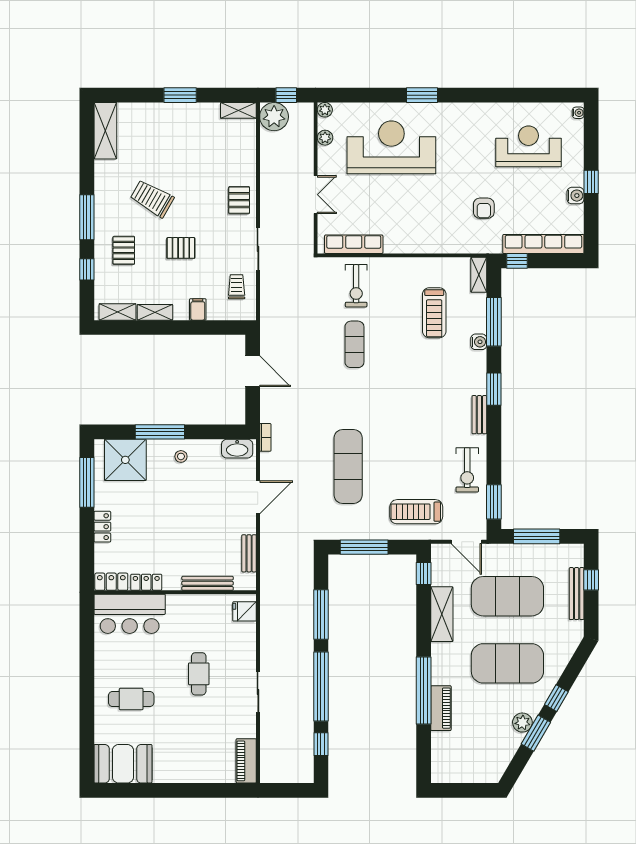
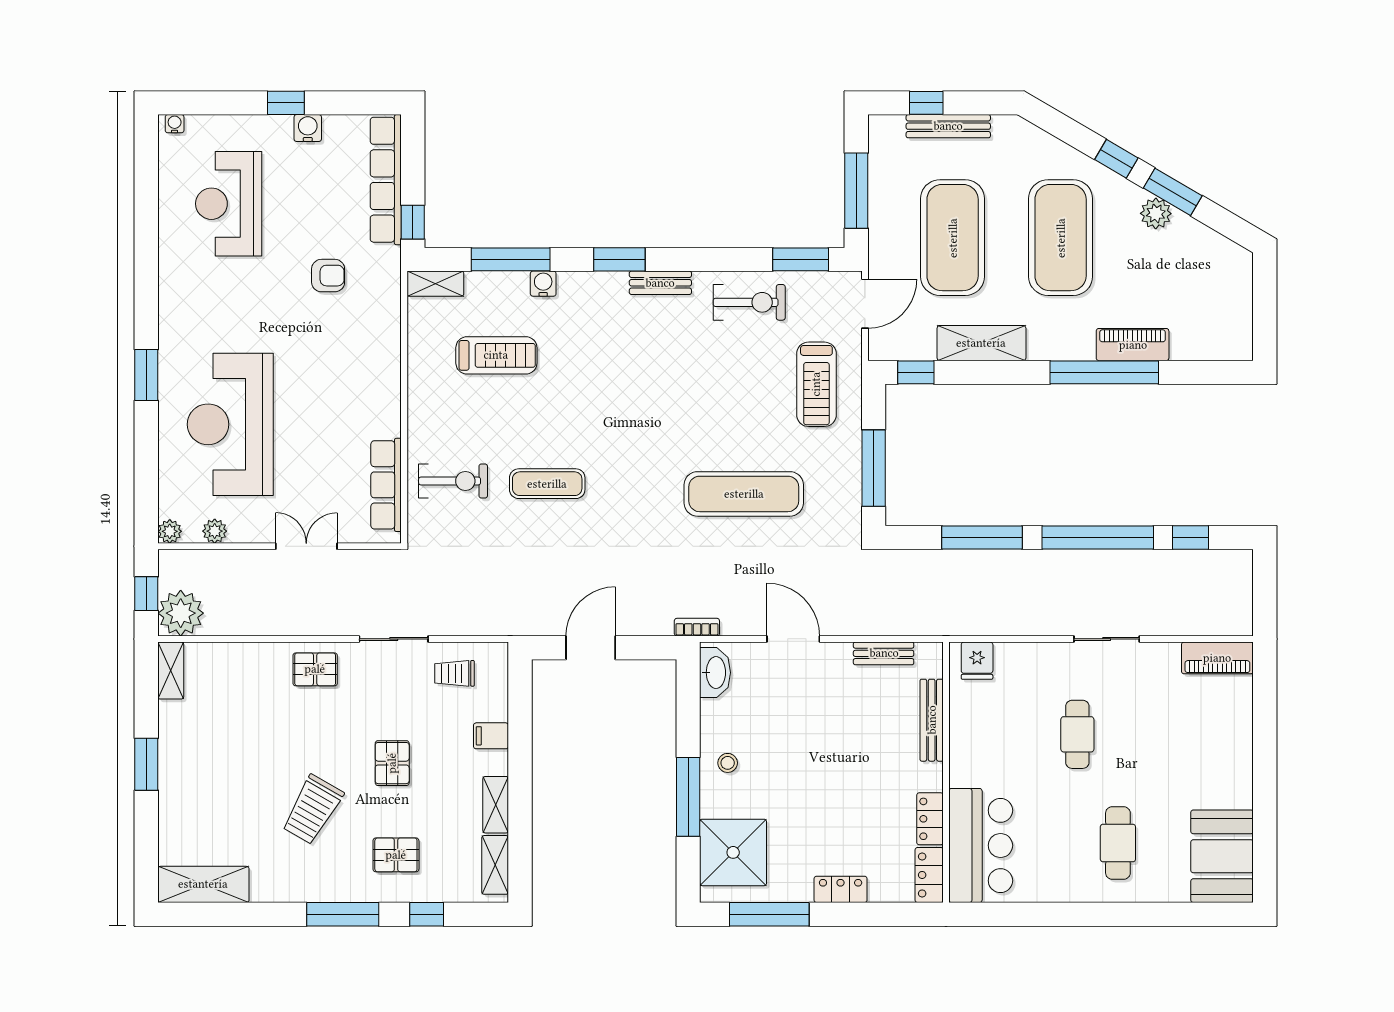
cafe table: (199, 674) -> (1077, 734), turned 90

